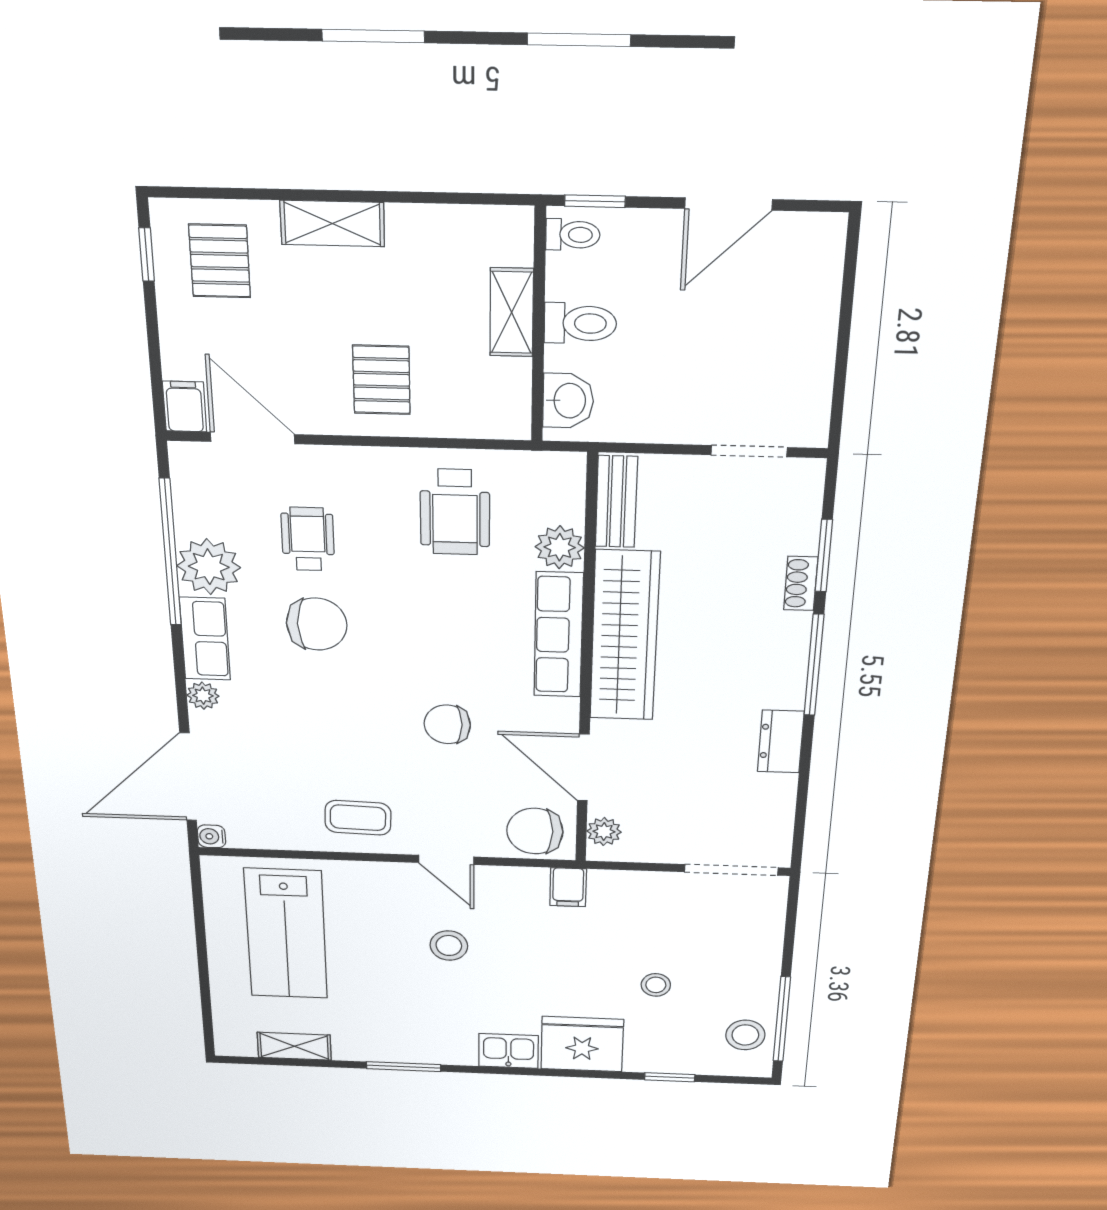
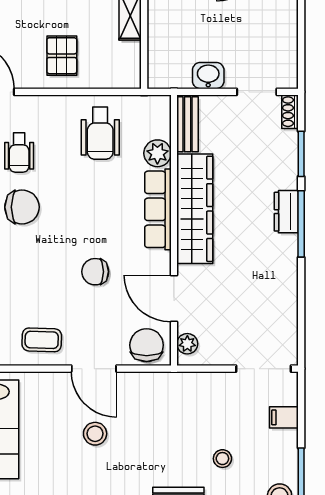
toilet: (580, 323) -> (166, 21), removed
washbasin: (568, 401) -> (208, 76), moved, turned -90
wheelchair: (308, 539) -> (19, 153), turned 180
shoe rack: (801, 583) -> (290, 112), moved
dresser: (781, 741) -> (286, 212), moved
chair: (535, 831) -> (147, 345), turned 90
door: (446, 860) -> (94, 369), width x1.38
filing cabinet: (568, 887) -> (284, 417), moved, turned 90

